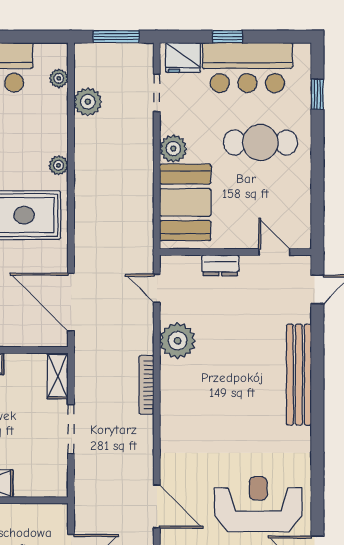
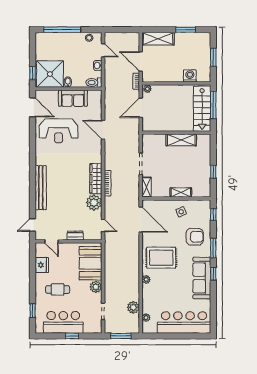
fridge: (183, 58) -> (42, 265), moved, turned 90
cafe table: (260, 143) -> (58, 289), width x0.73, depth x0.74
wardrobe: (173, 395) -> (96, 179), added

